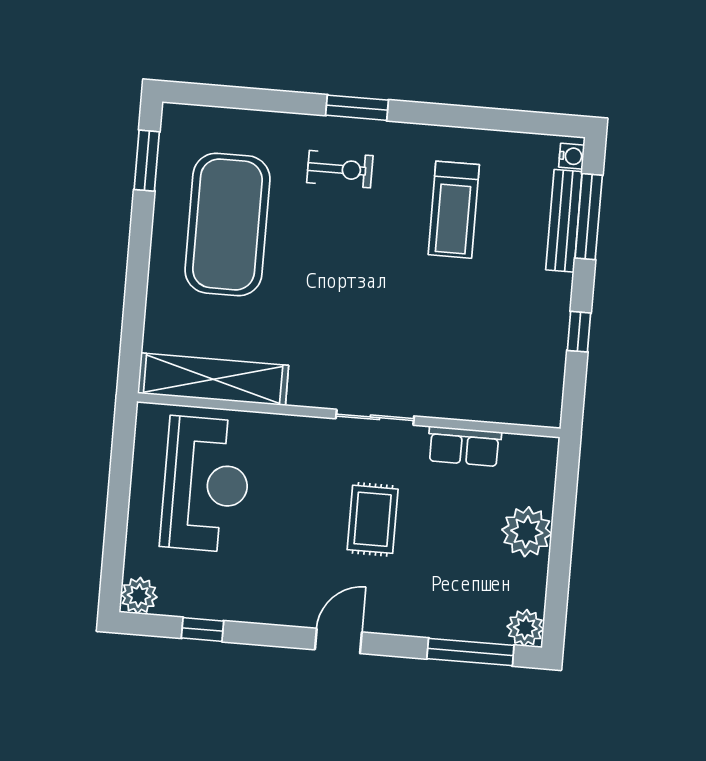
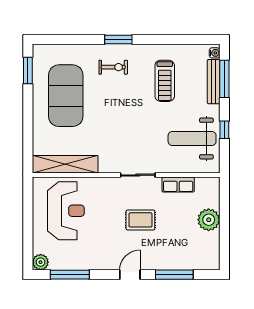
weight bench: (505, 345) -> (192, 139), added
rug: (373, 519) -> (140, 220), turned 90
plant: (525, 628) -> (212, 262), removed
window: (203, 630) -> (70, 275), width x2.17
window: (470, 652) -> (174, 275), moved

